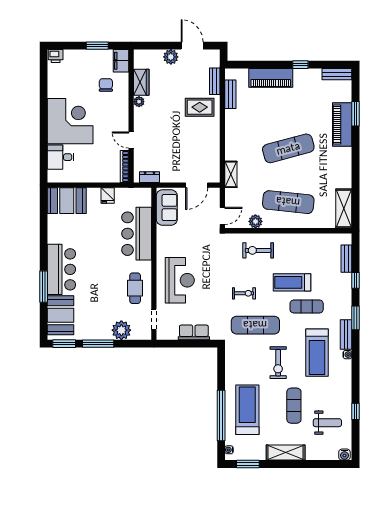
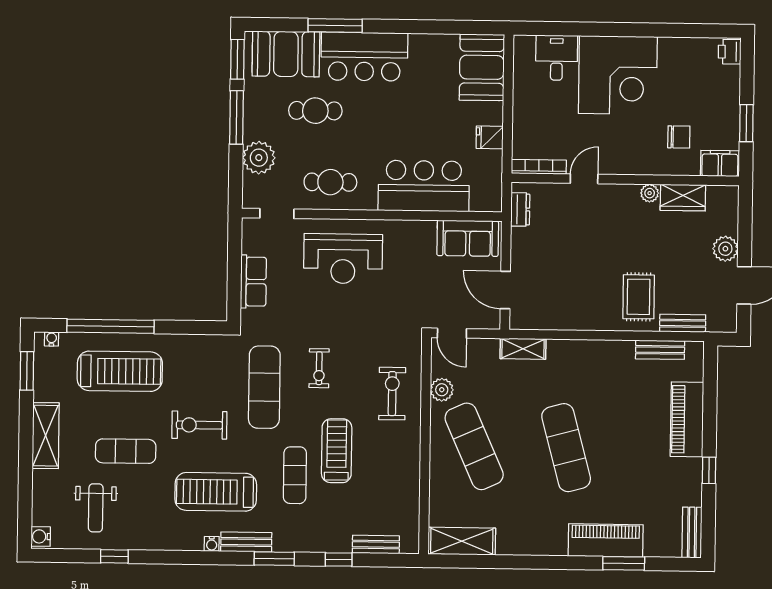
exercise mat: (288, 202) -> (474, 446), turned -30
cafe table: (93, 298) -> (315, 111), added

